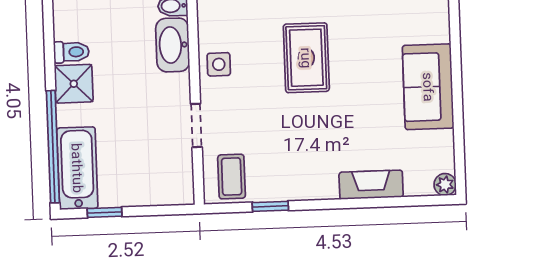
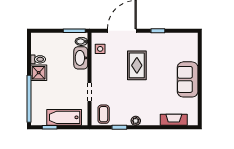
side table: (219, 64) -> (100, 49), moved
bathtub: (77, 168) -> (64, 117), moved, turned -90
fireplace: (371, 185) -> (174, 120), moved
plant: (445, 185) -> (136, 121), moved

